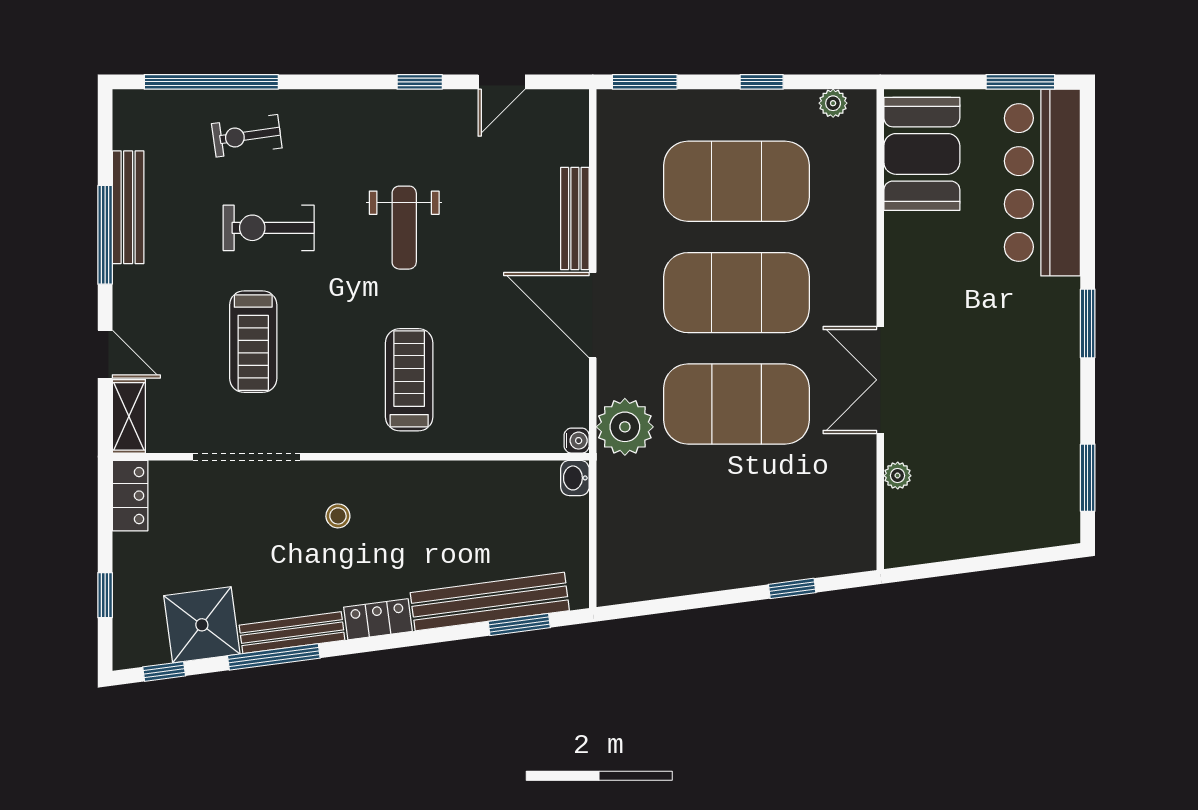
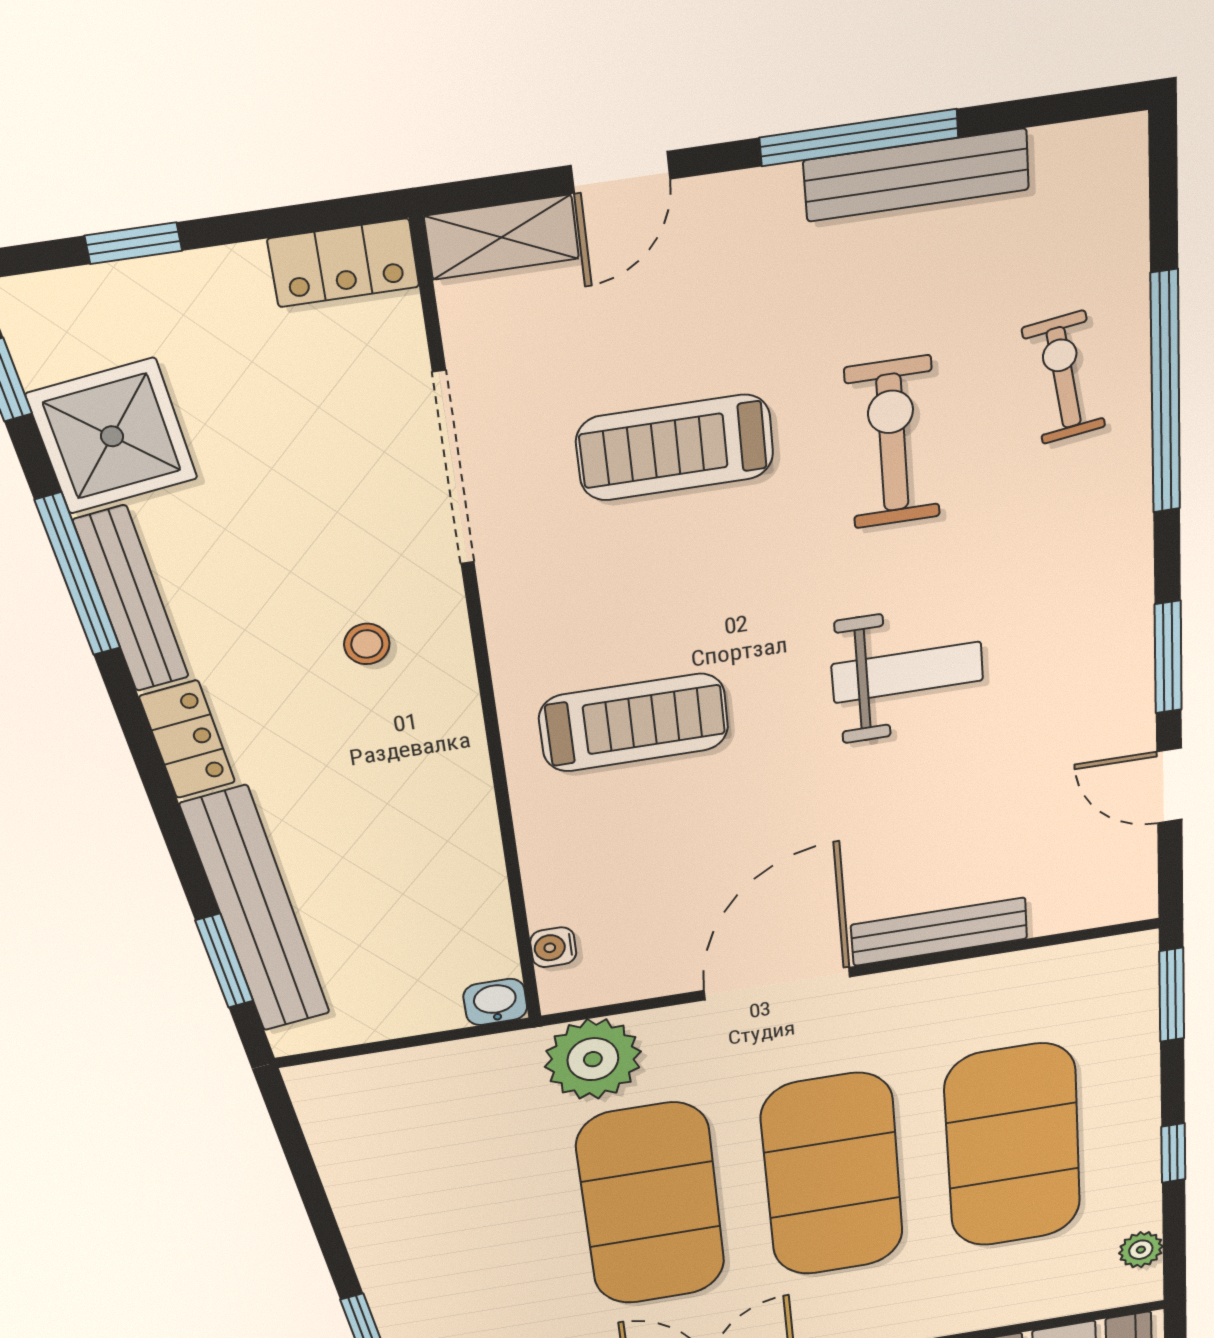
window: (211, 82) -> (1165, 393), moved
window: (420, 82) -> (1168, 657), width x1.50
weight bench: (404, 228) -> (907, 672), turned 180
water cooler: (577, 441) -> (553, 947), moved, turned 90

